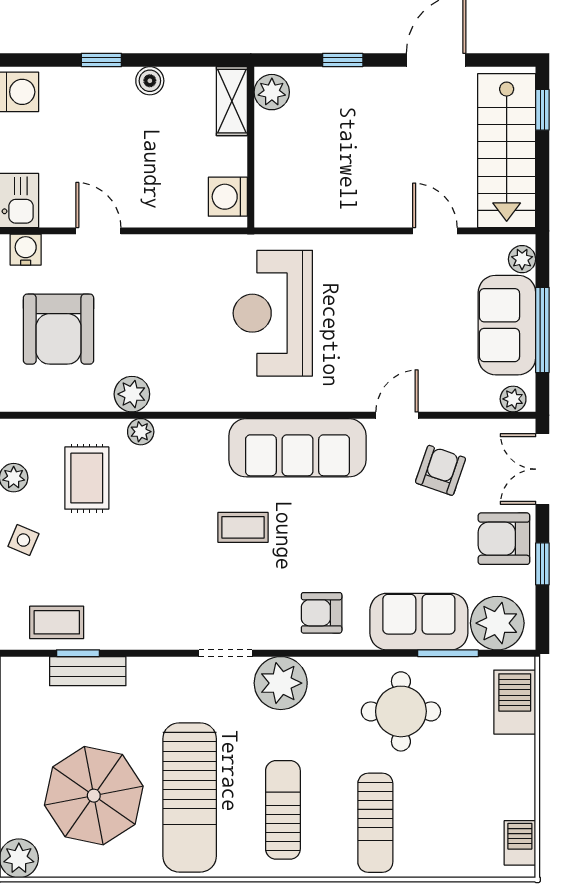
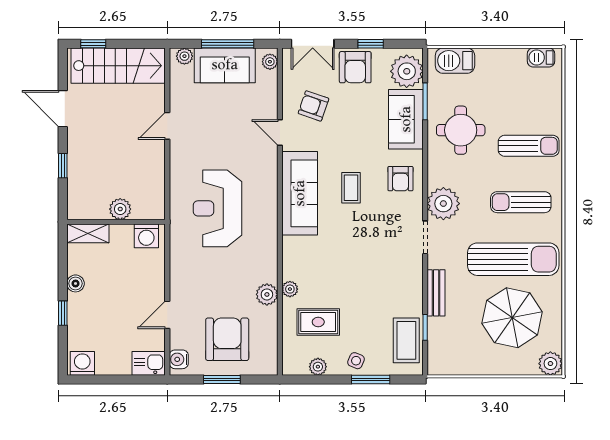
plant: (272, 92) -> (120, 209), moved
door: (435, 231) -> (167, 126), moved
reception desk: (273, 313) -> (217, 208), turned 90
armchair: (59, 329) -> (227, 339), turned -90
coffee table: (243, 527) -> (351, 188), moved
coffee table: (57, 622) -> (406, 340), width x1.36, depth x1.30
bench: (88, 671) -> (436, 293), moved

